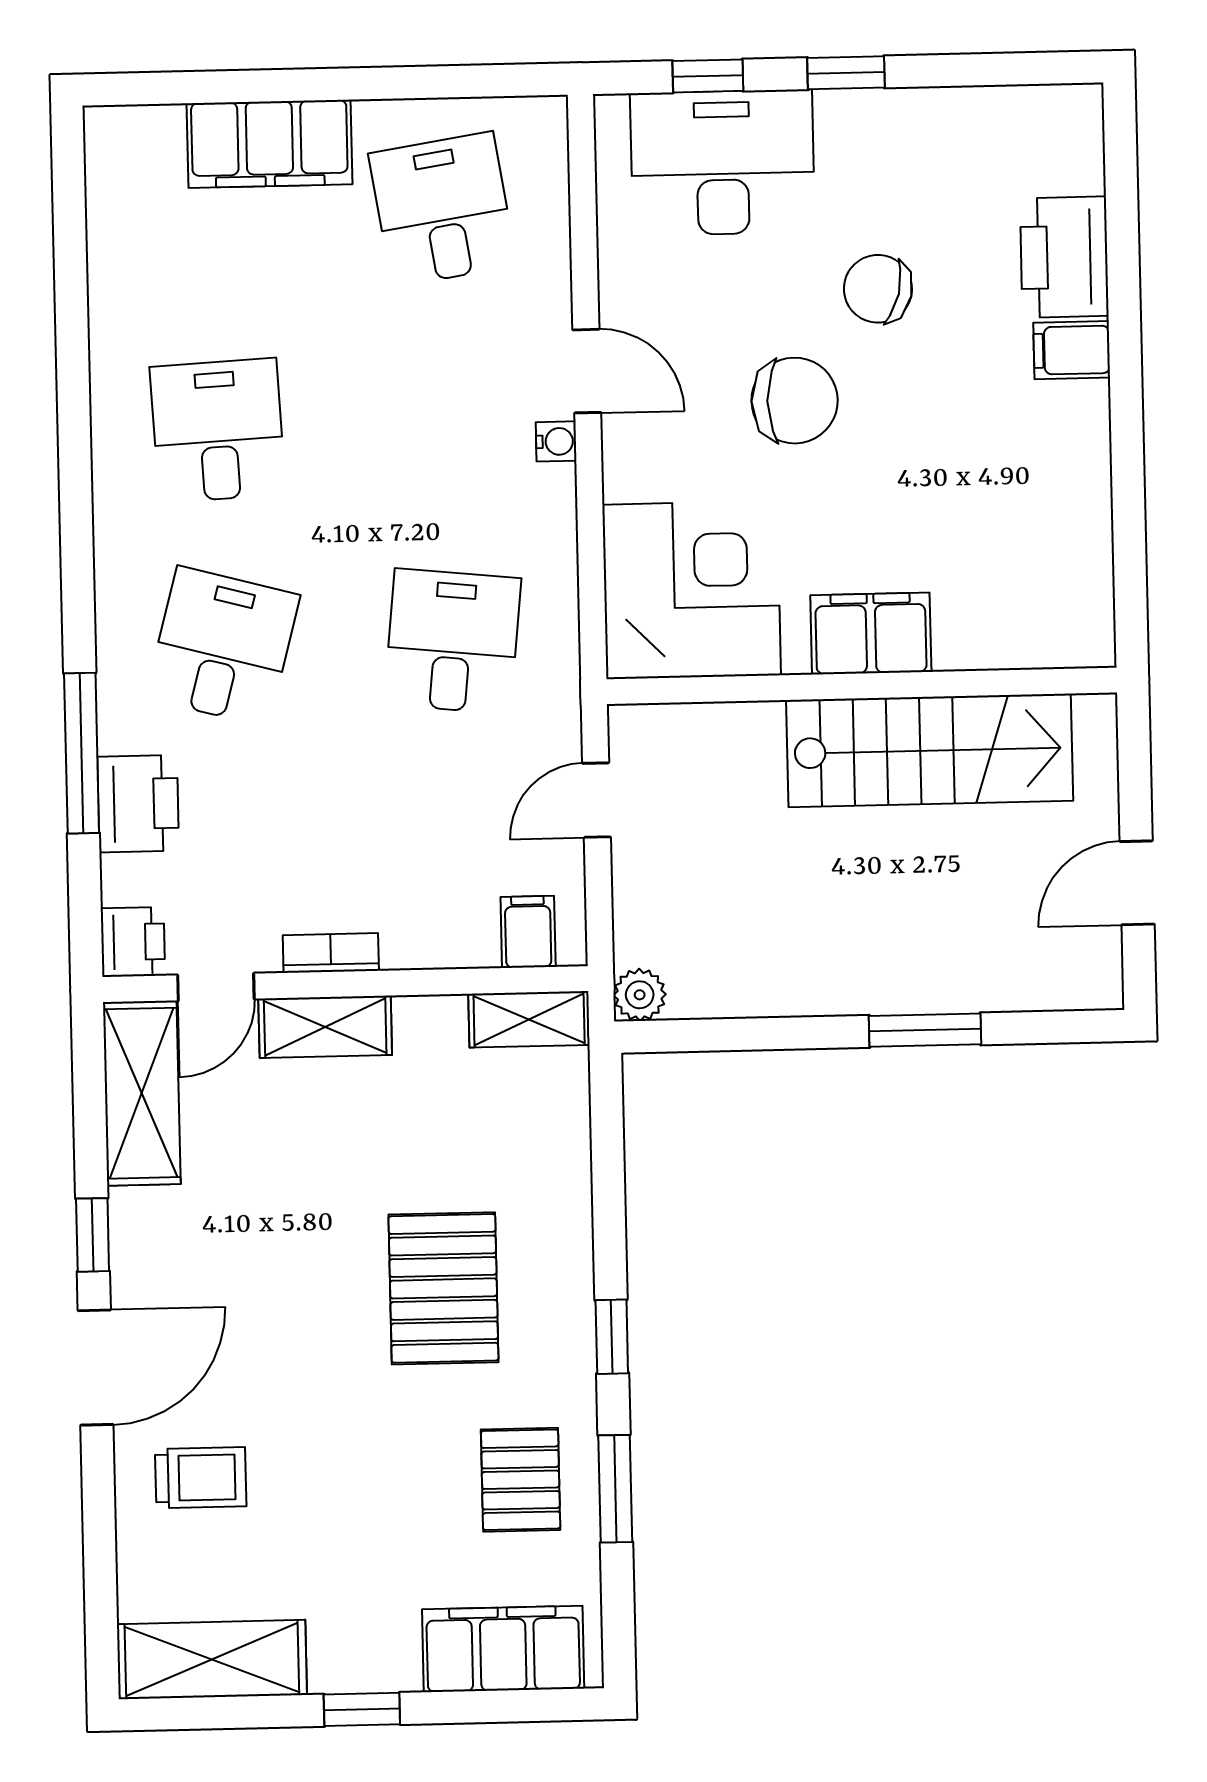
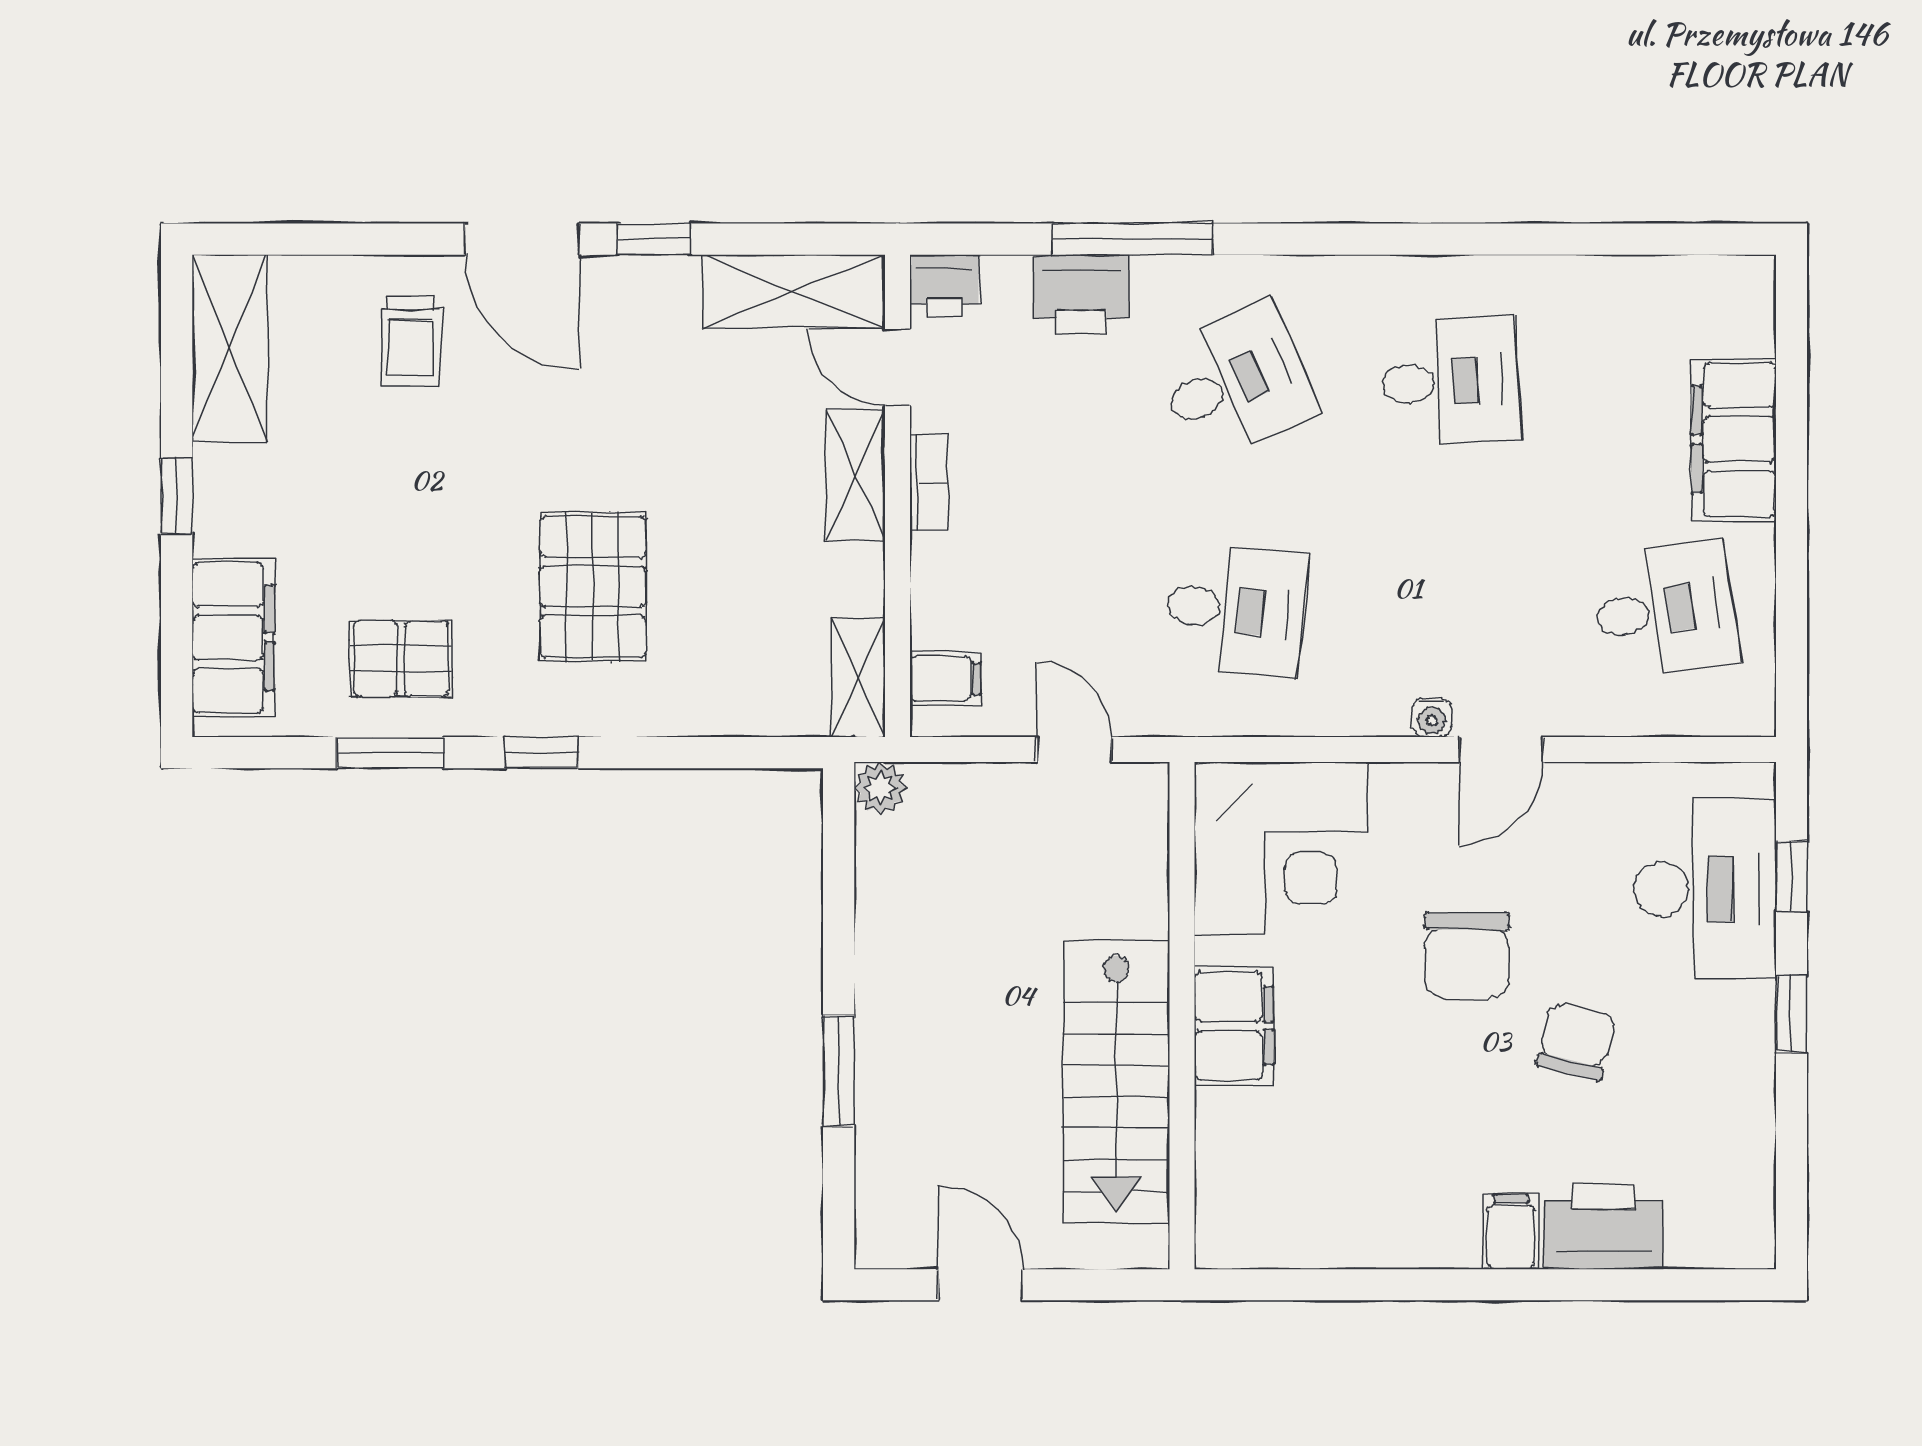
desk: (223, 646) -> (1236, 382), turned -39
pallet: (443, 1288) -> (593, 586), turned 90

